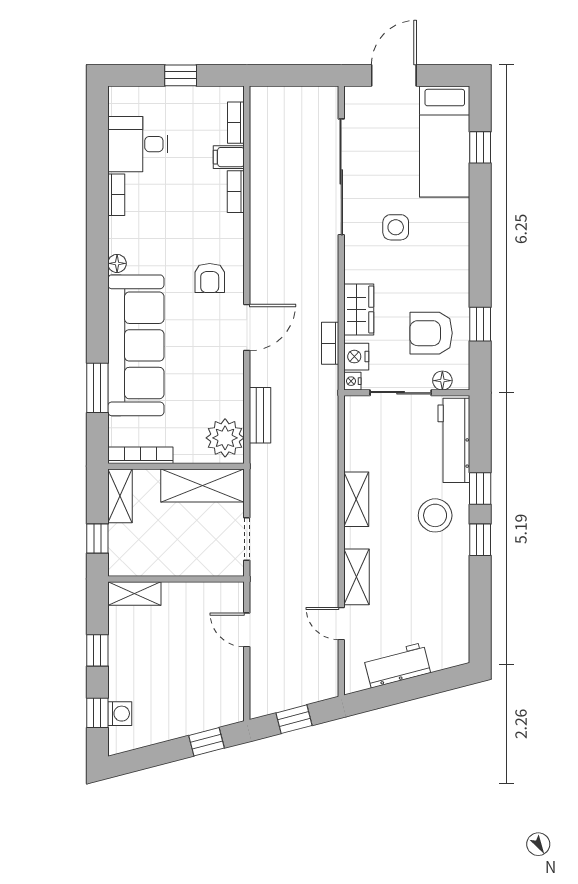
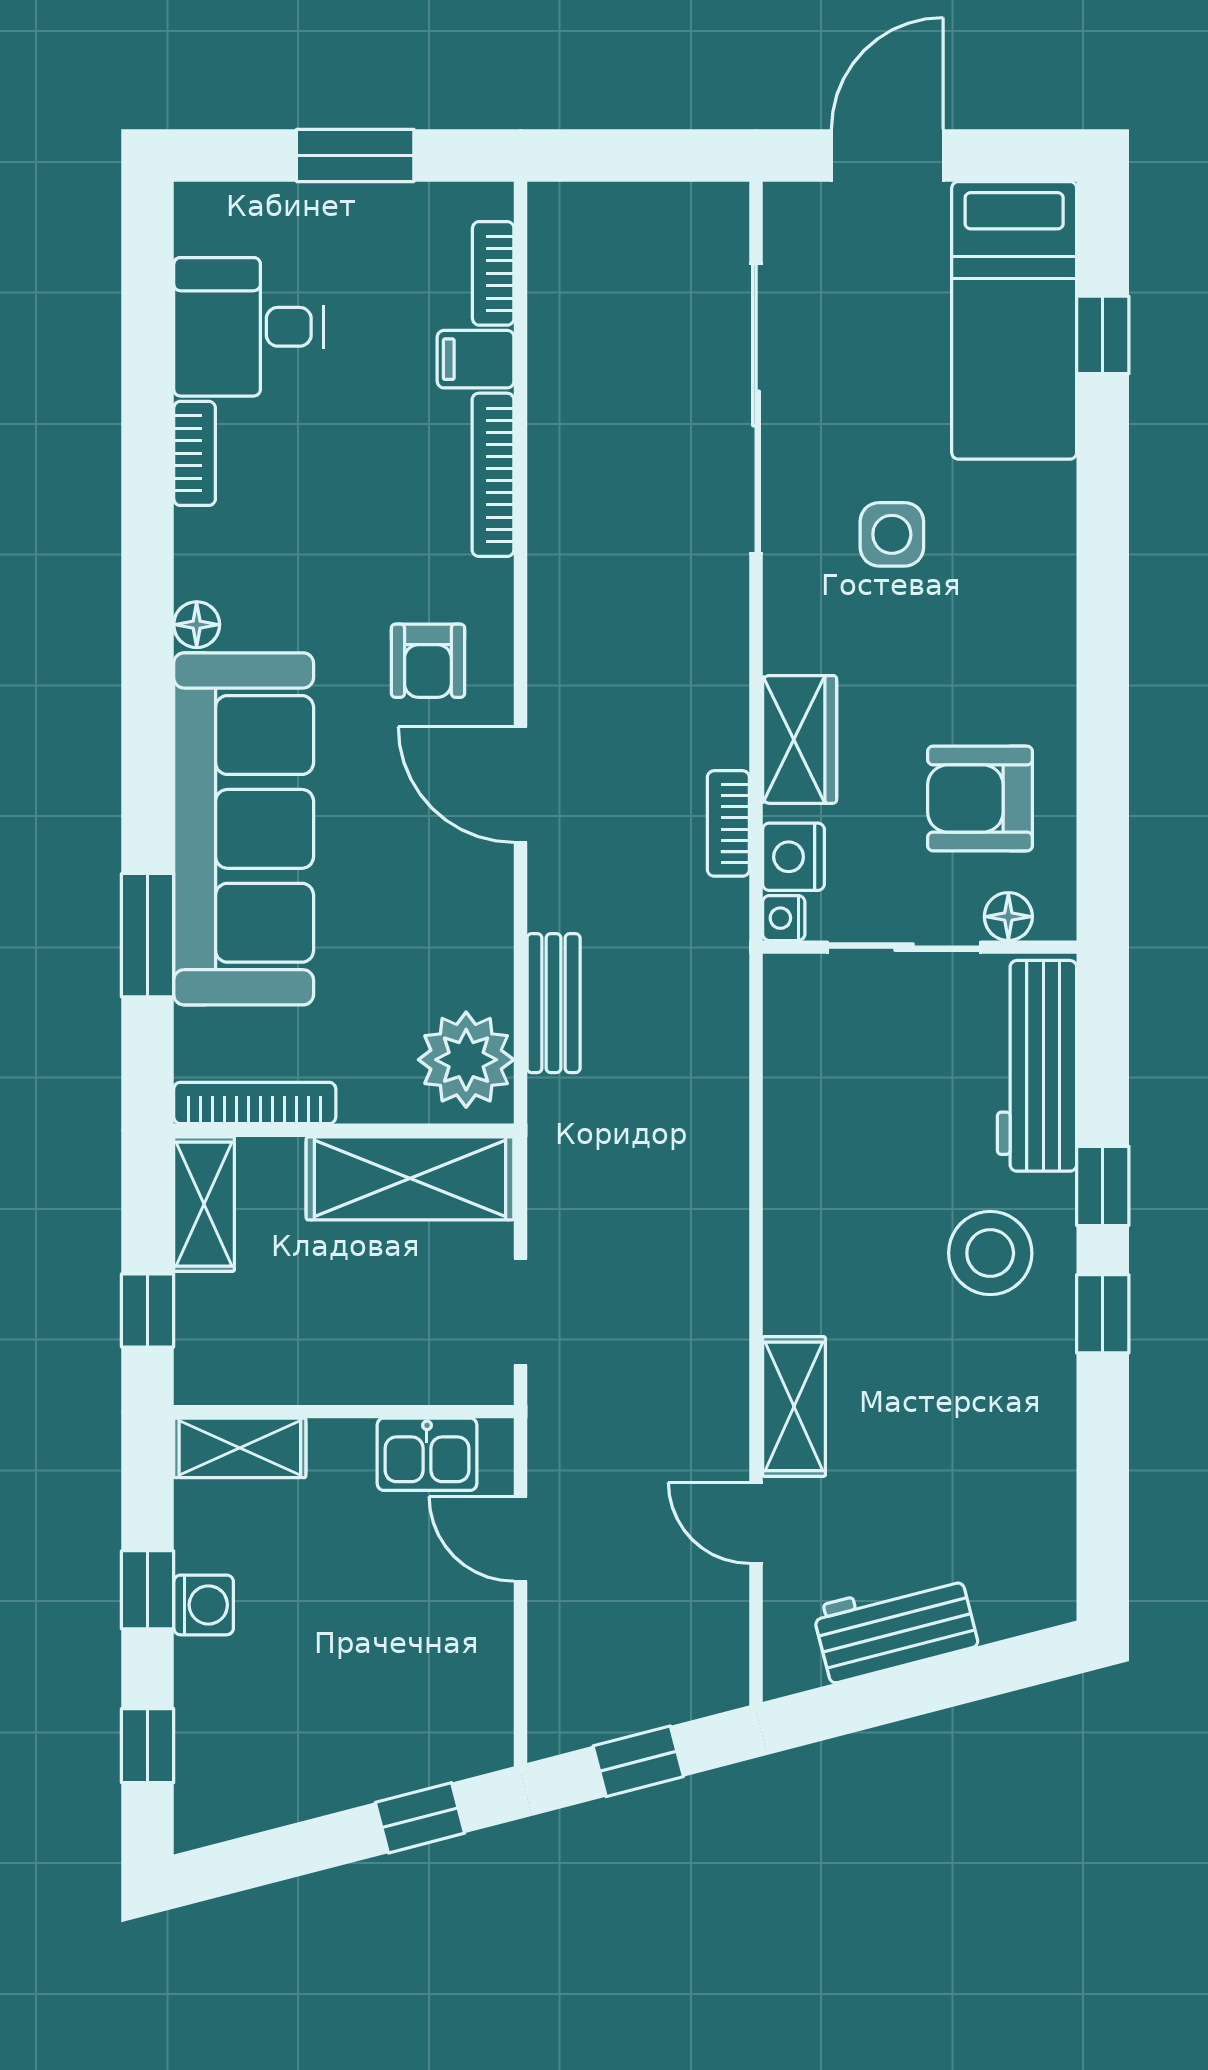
window: (181, 75) -> (355, 155), width x1.50
bookcase: (236, 192) -> (493, 475), width x1.56
window: (480, 324) -> (1103, 776), removed
door: (247, 328) -> (520, 784), swing flipped
shelving: (356, 499) -> (793, 1213), removed
kitchen sink: (209, 596) -> (427, 1454), added
washing machine: (120, 714) -> (204, 1605), moved

